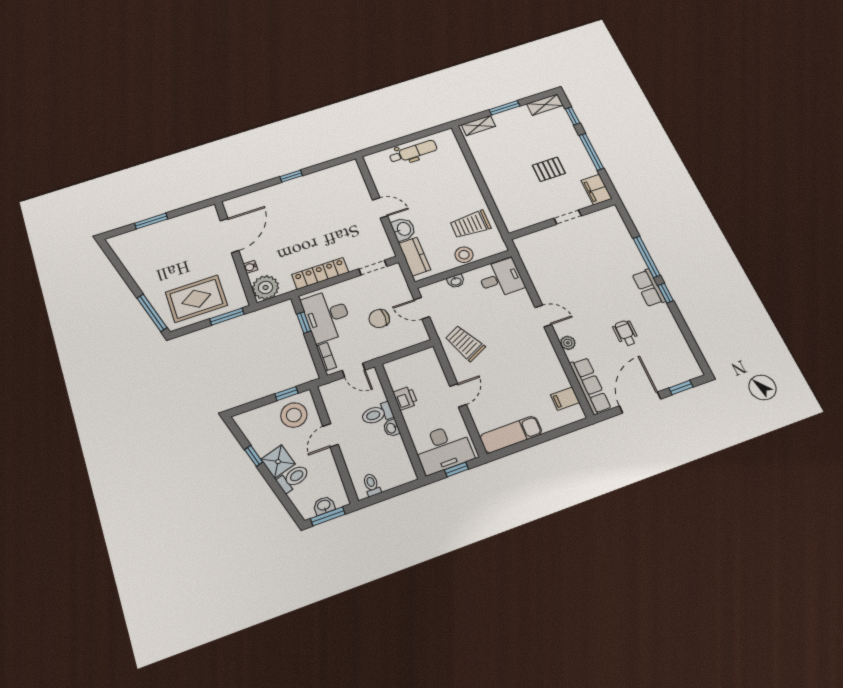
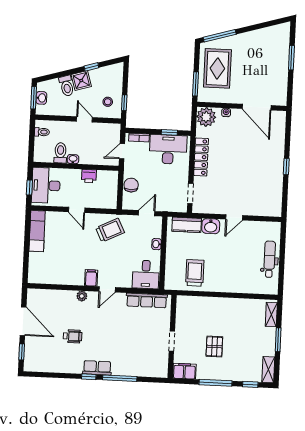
dental chair: (413, 152) -> (269, 259), turned 180
stool: (464, 255) -> (174, 258), removed
chair: (379, 319) -> (131, 185), moved
row of seats: (590, 386) -> (147, 300), moved
filing cabinet: (565, 399) -> (91, 278), moved
toilet: (377, 414) -> (60, 153), moved
stool: (294, 415) -> (108, 102), width x0.53, depth x0.53

